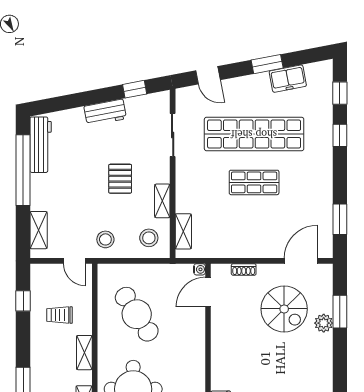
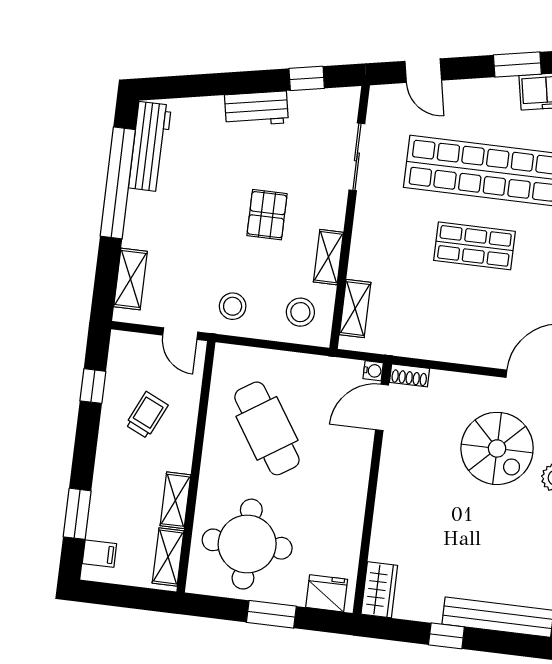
shoe rack: (244, 269) -> (409, 375), moved
trolley: (59, 315) -> (147, 415), turned 115
shelving: (84, 353) -> (175, 500), moved

